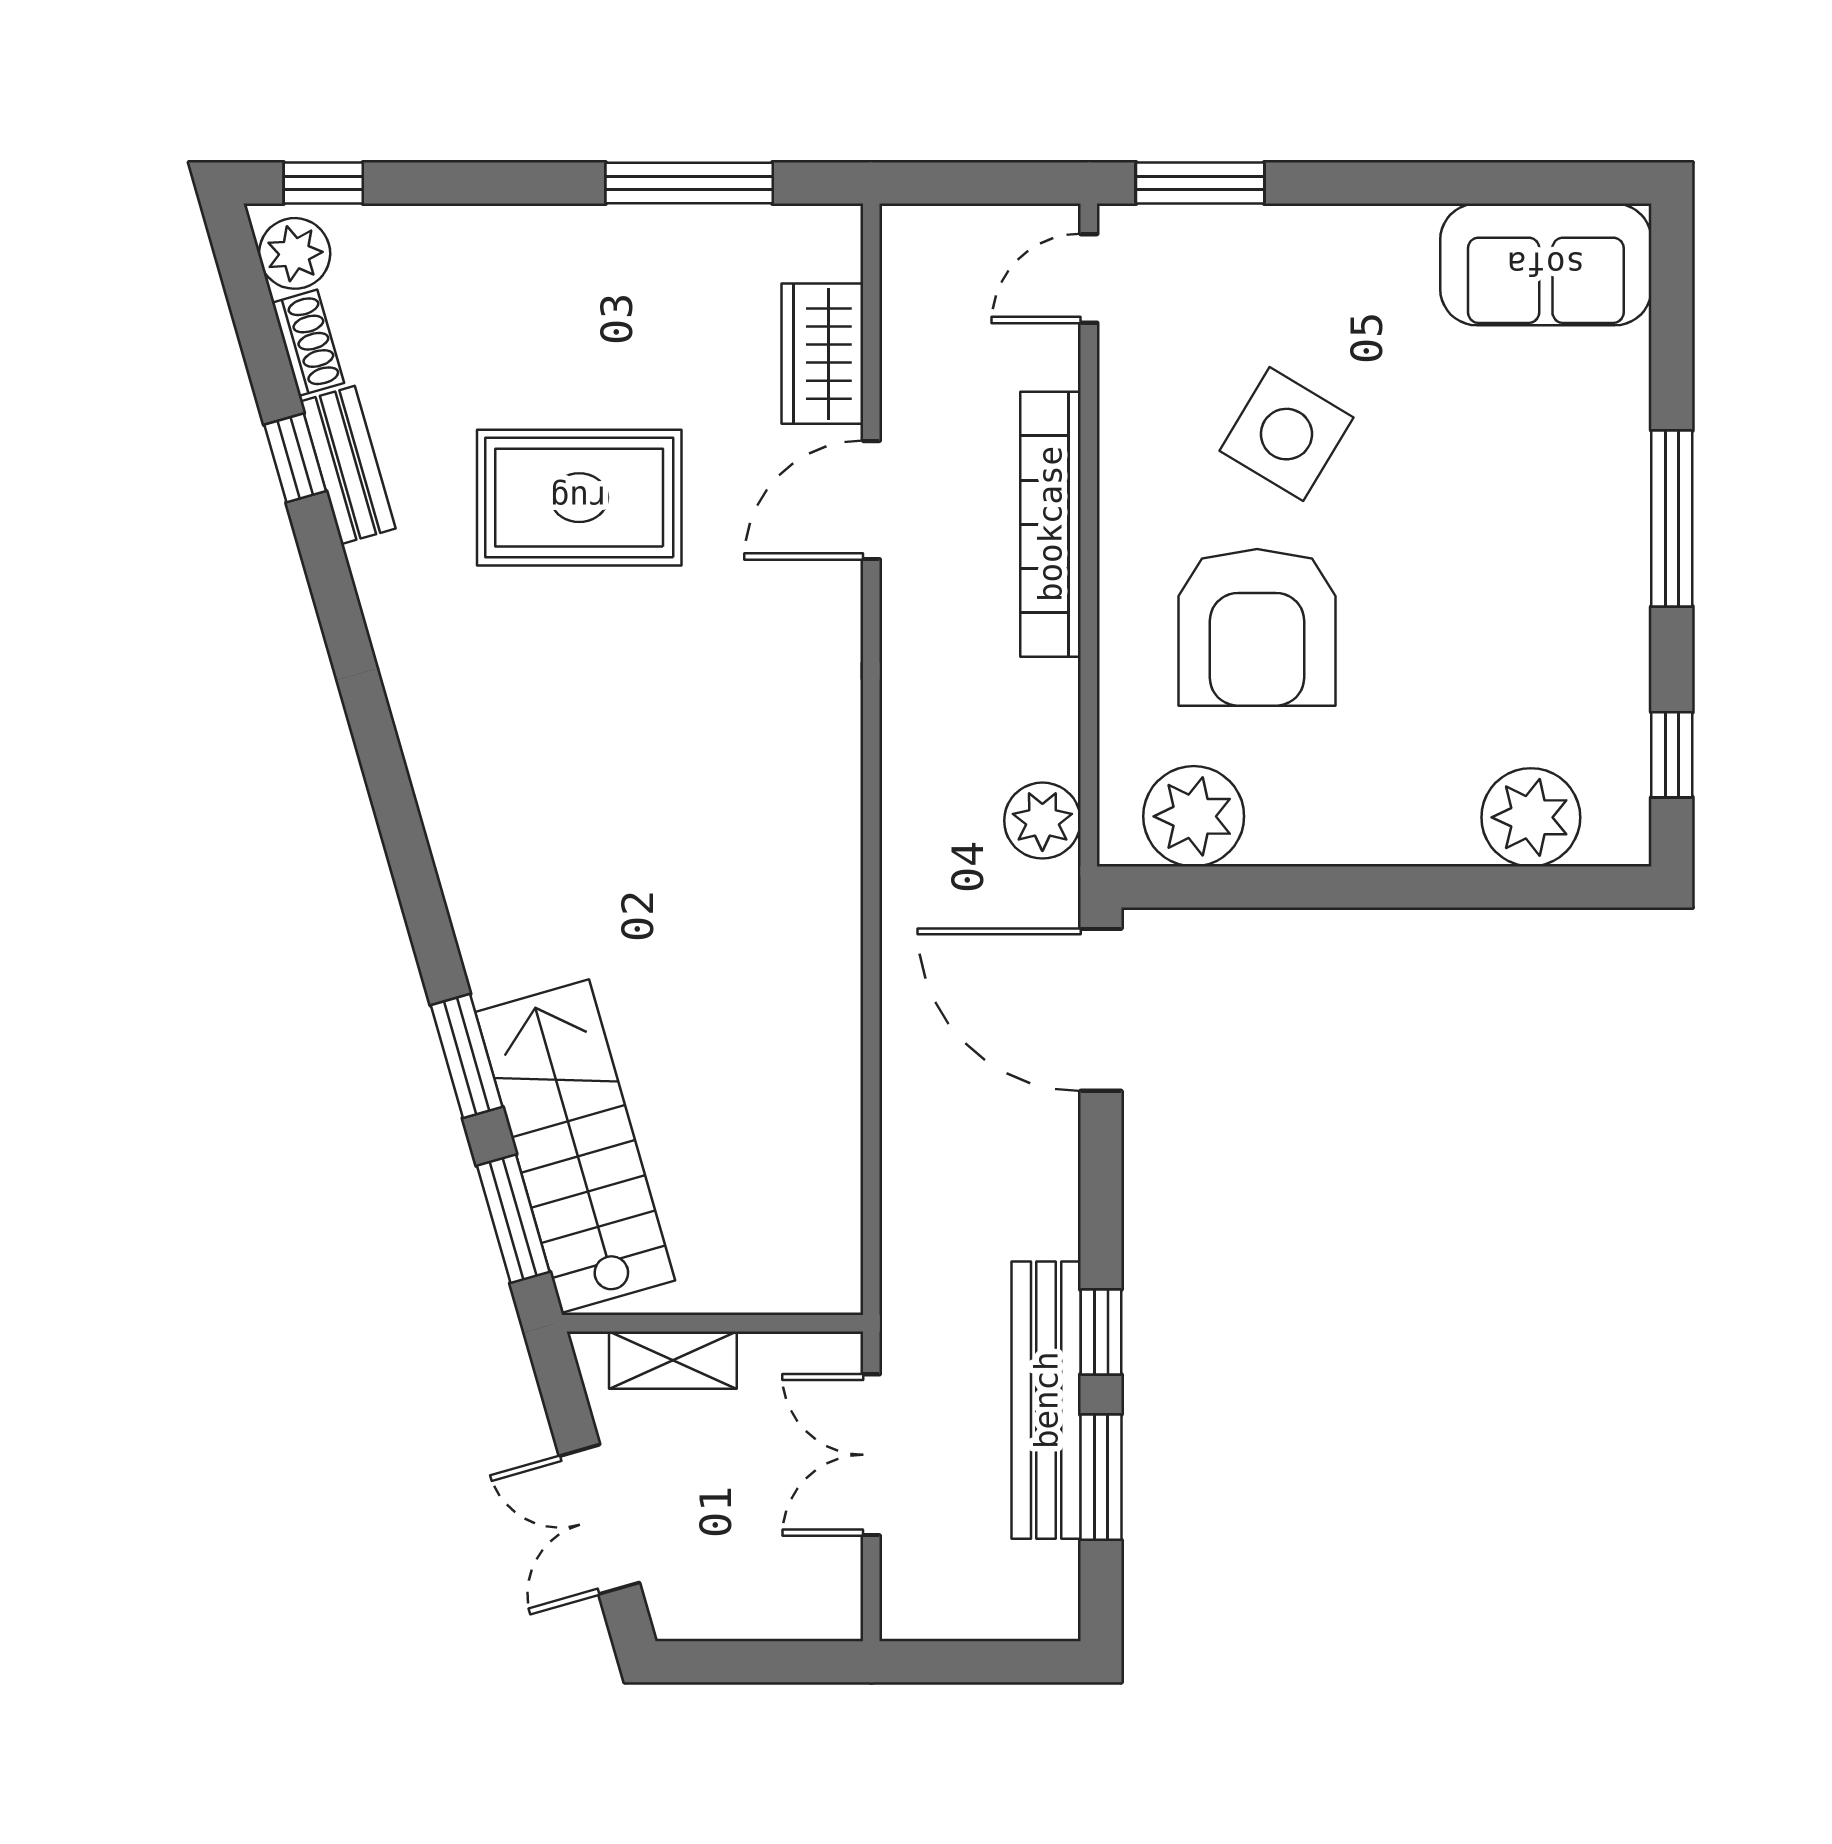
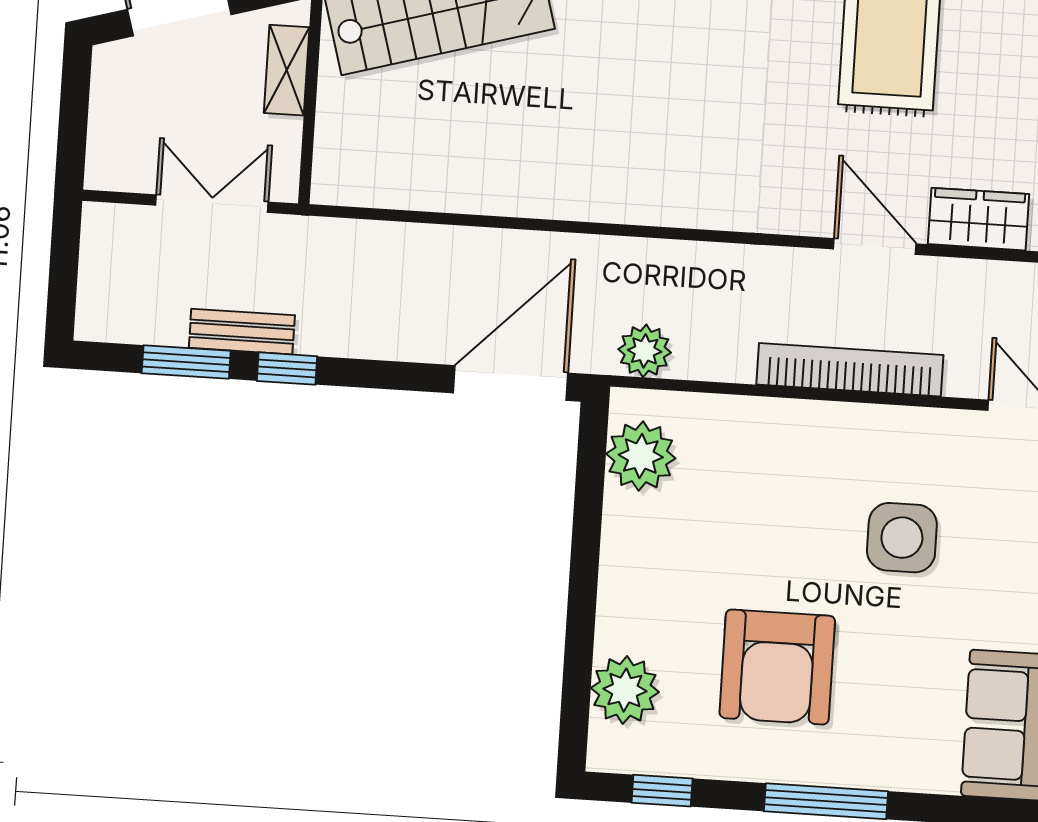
side table: (1286, 434) -> (902, 538), turned -31
armchair: (1257, 627) -> (777, 667), moved, turned -90
bench: (1046, 1400) -> (242, 332), width x0.54, depth x0.82

